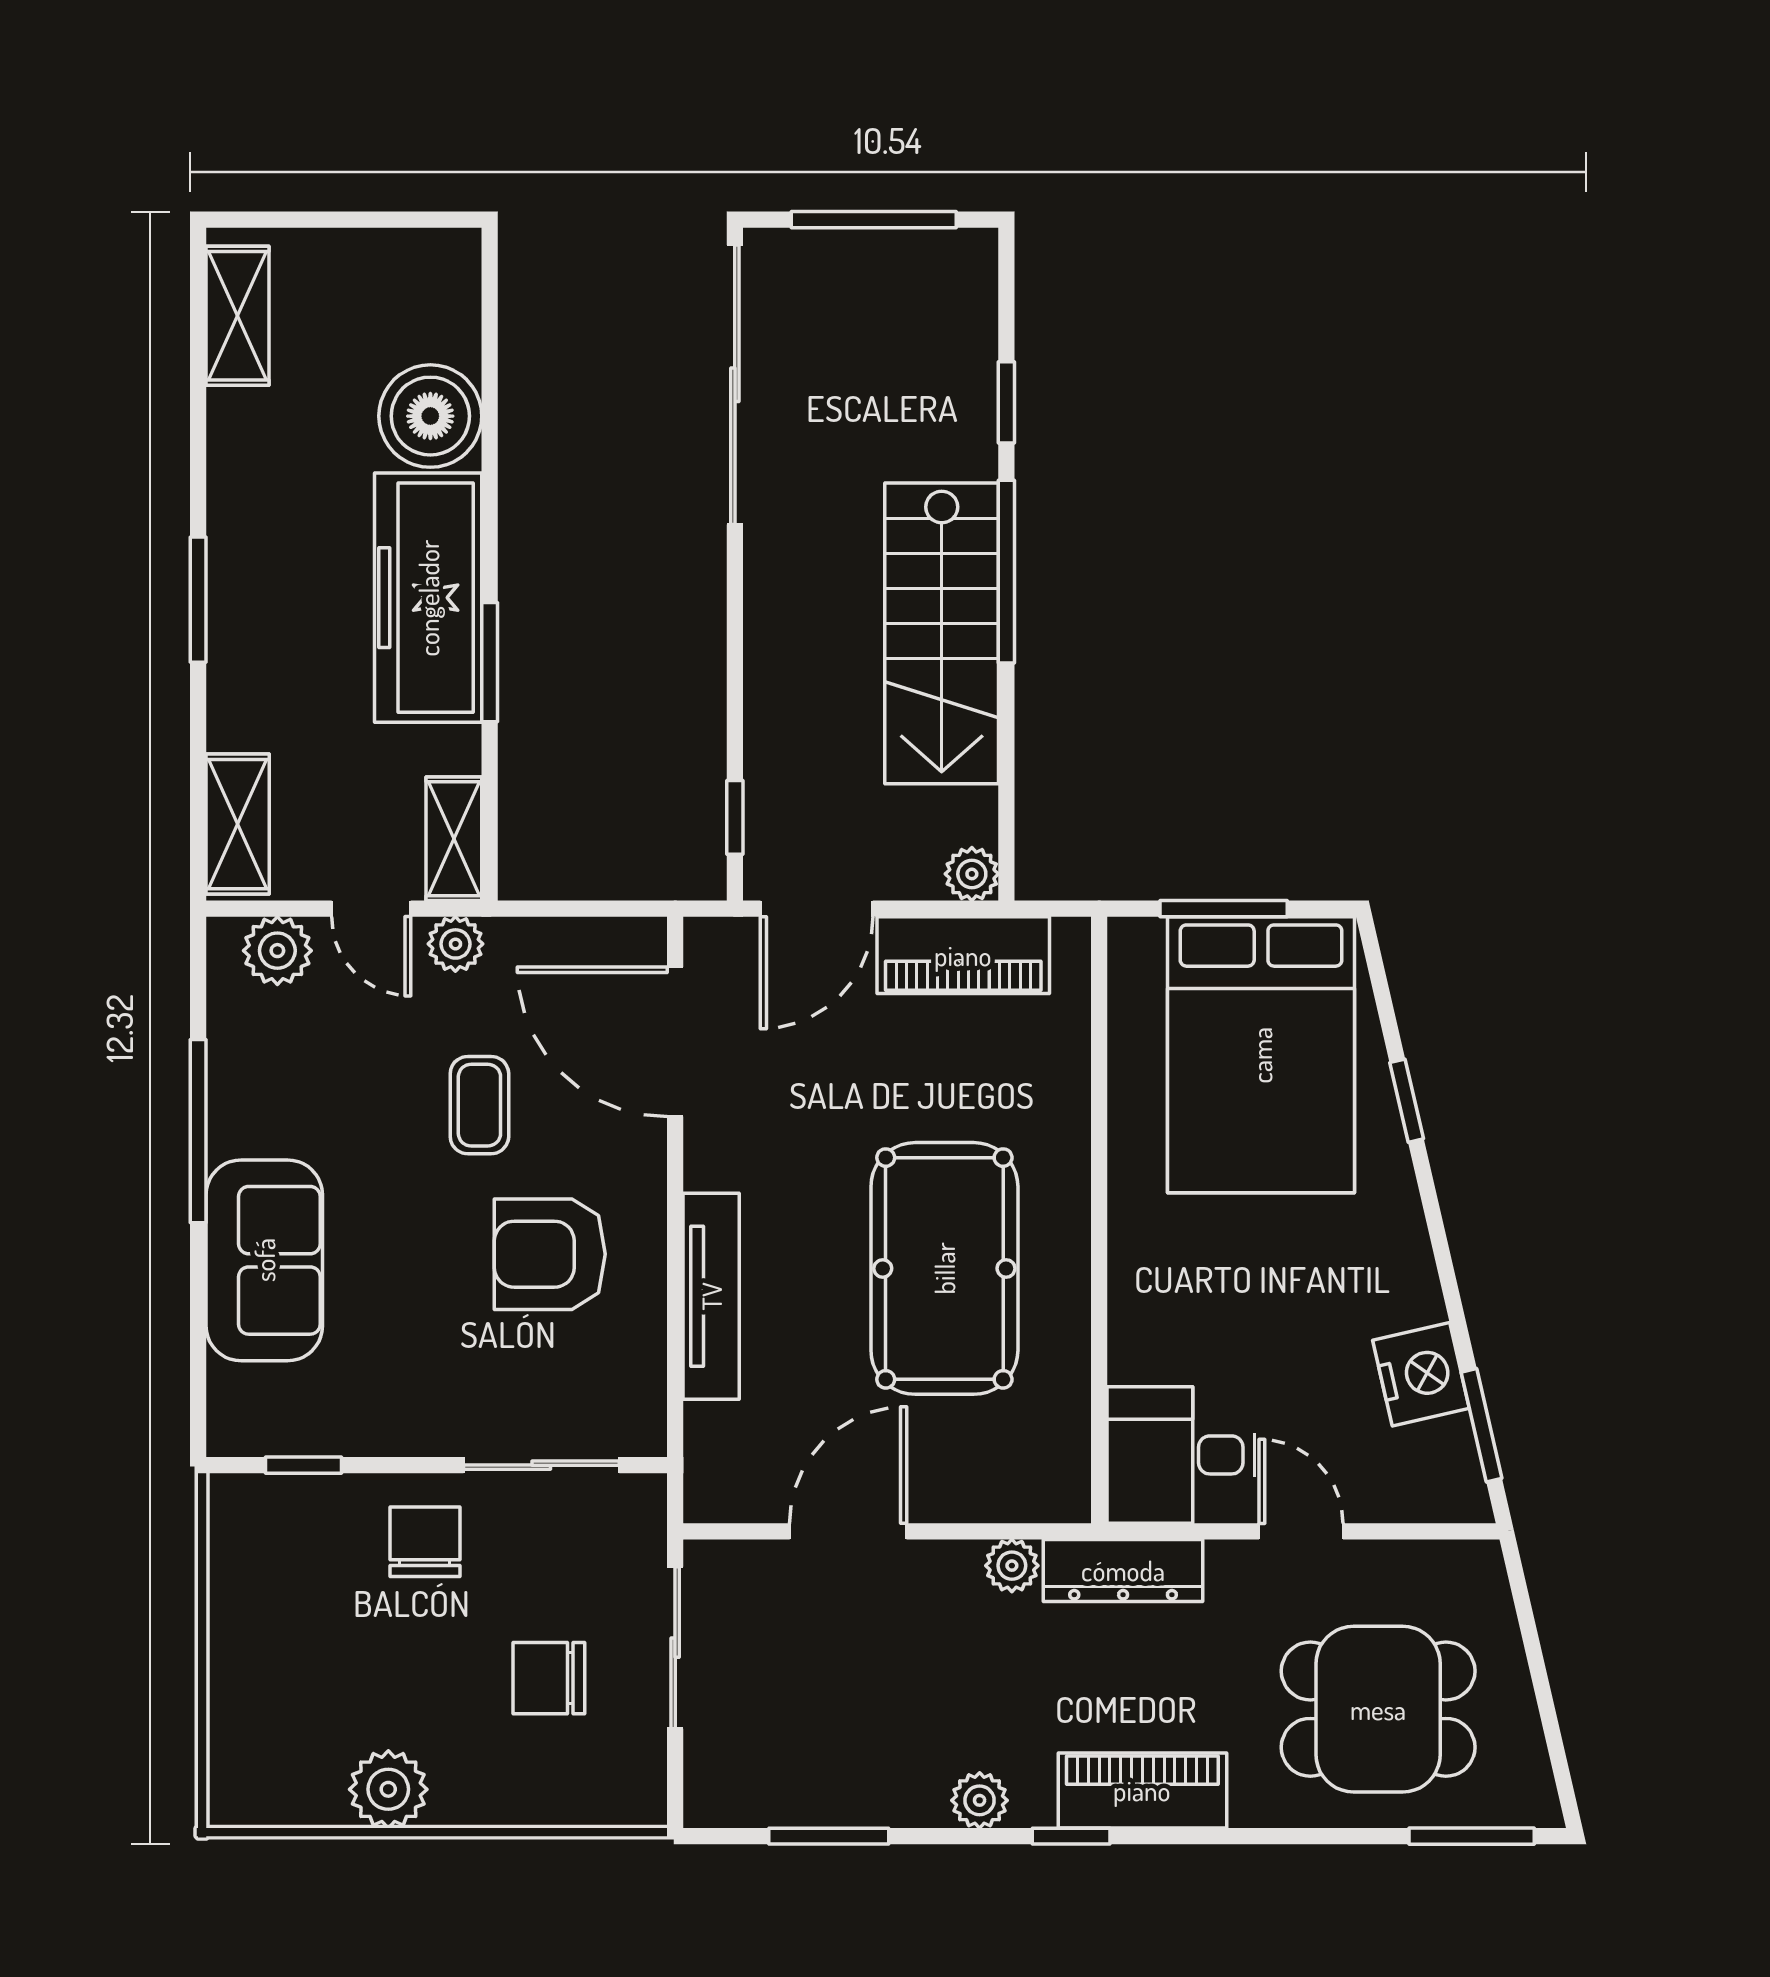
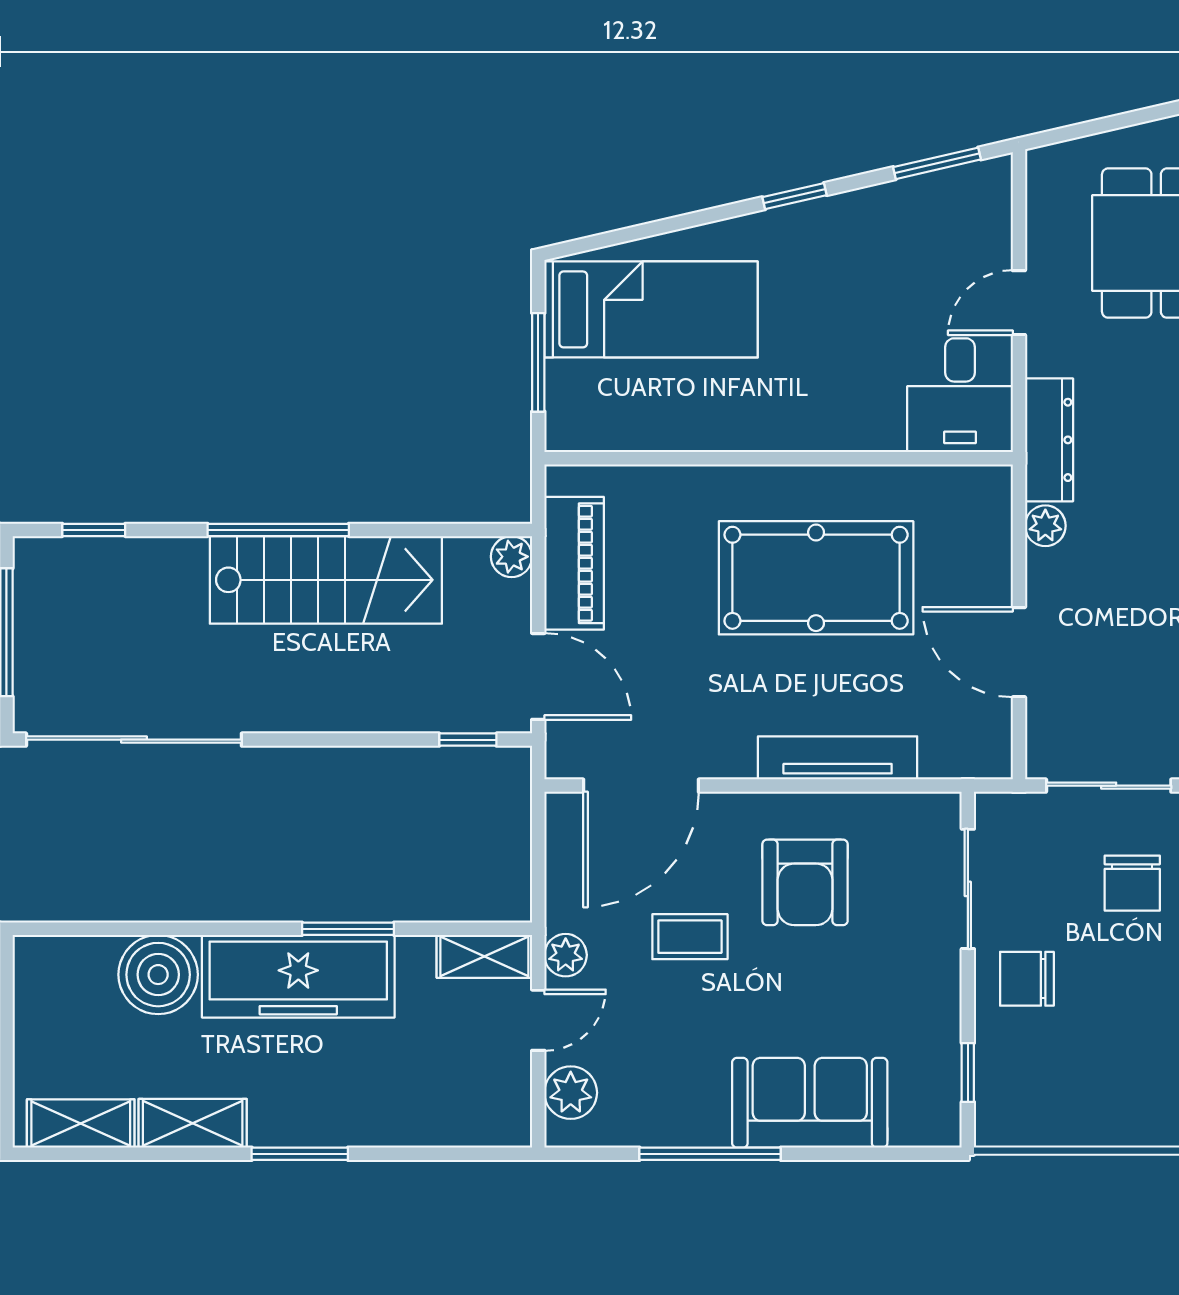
window: (1006, 402) -> (94, 530), moved
shelving: (238, 824) -> (193, 1123), moved
bed: (1261, 1055) -> (651, 309), width x0.67
window: (1407, 1101) -> (795, 196), moved
nightstand: (1421, 1374) -> (898, 210), removed

